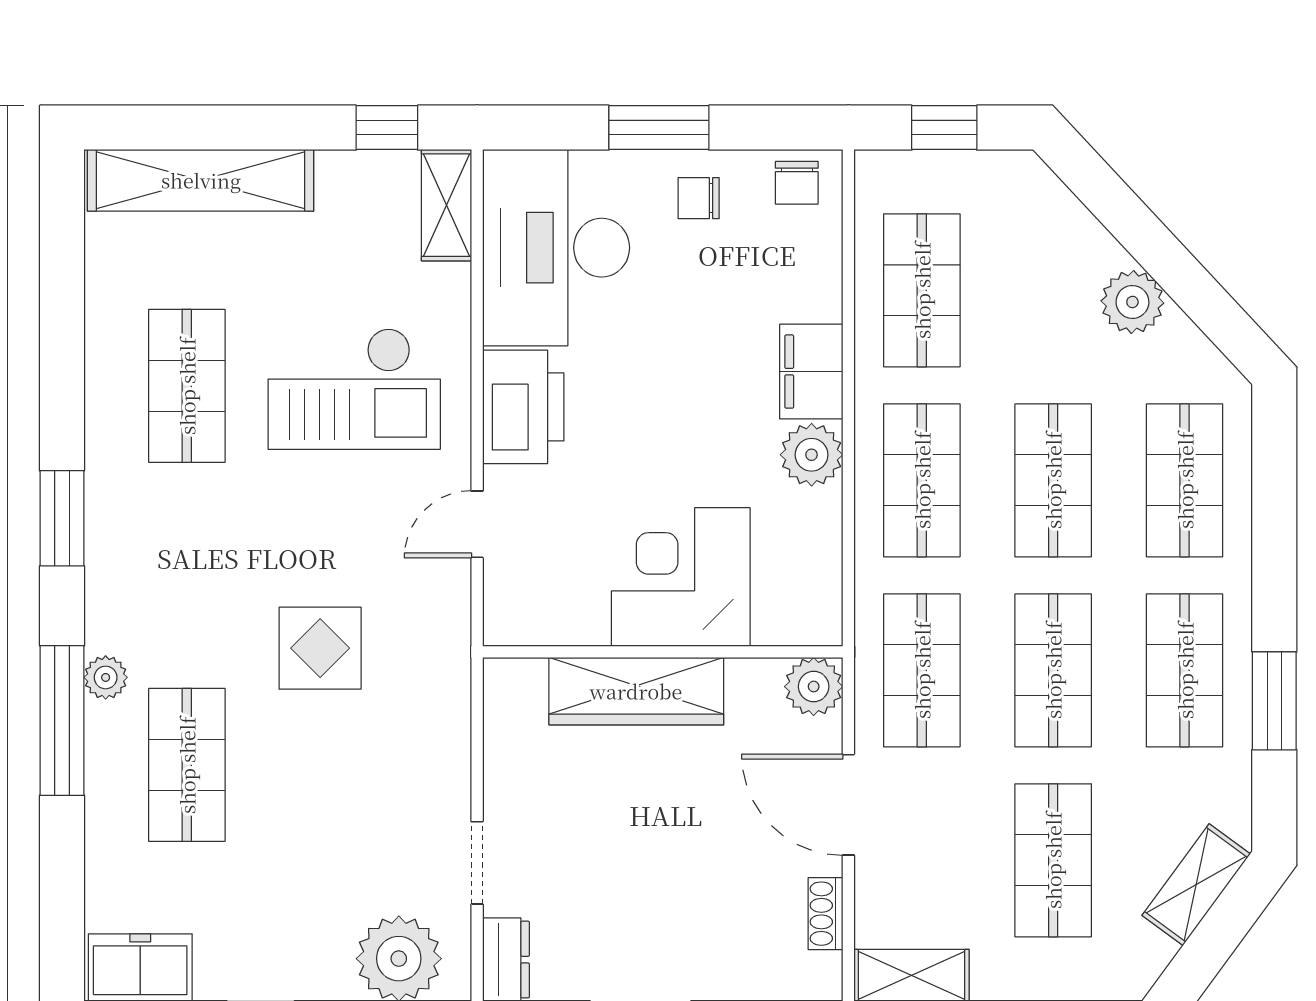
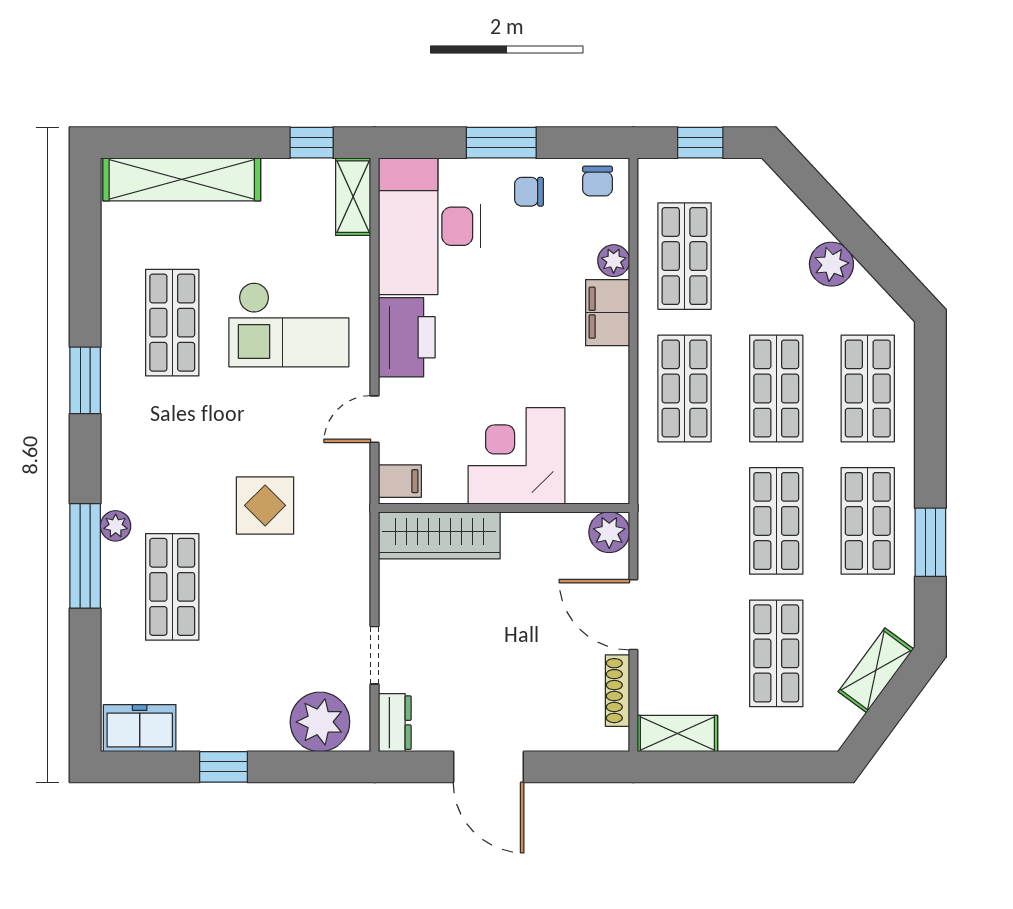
plant: (812, 455) -> (614, 261), moved, width x0.73, depth x0.73
window: (62, 518) -> (85, 380), moved
filing cabinet: (513, 613) -> (400, 481), added
shop shelf: (922, 670) -> (685, 521), removed
wardrobe: (636, 691) -> (439, 535), moved
shoe rack: (825, 914) -> (617, 691), width x1.43

